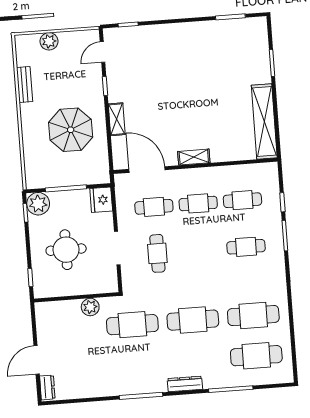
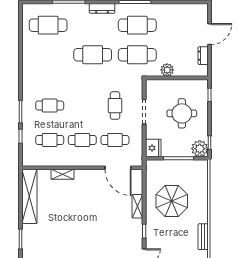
shelving: (194, 157) -> (62, 174), moved
cafe table: (253, 316) -> (137, 25), moved
dresser: (47, 387) -> (203, 56), moved

